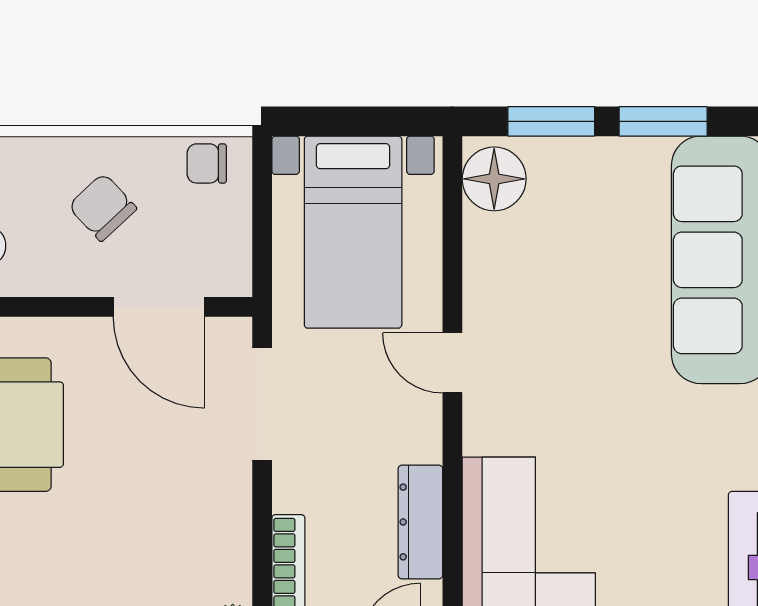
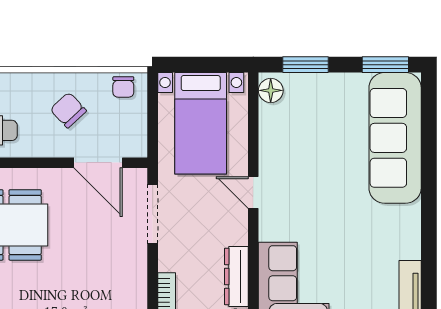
window: (663, 121) -> (385, 65), moved
chair: (207, 163) -> (123, 87), turned -90
floor lamp: (494, 179) -> (271, 90), width x0.73, depth x0.73

